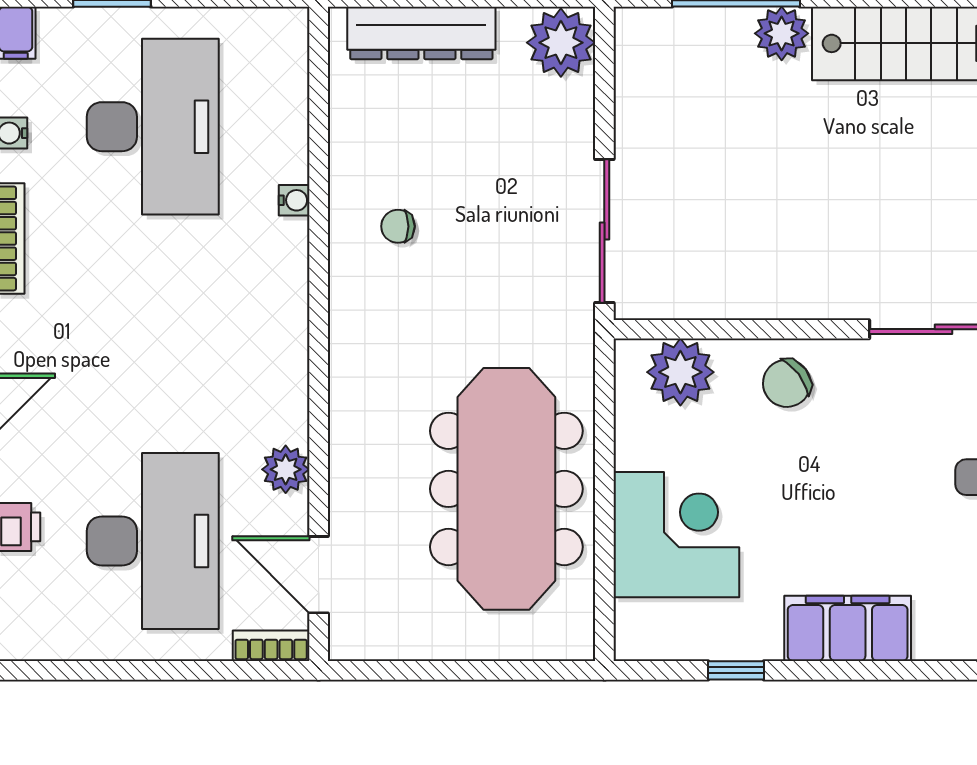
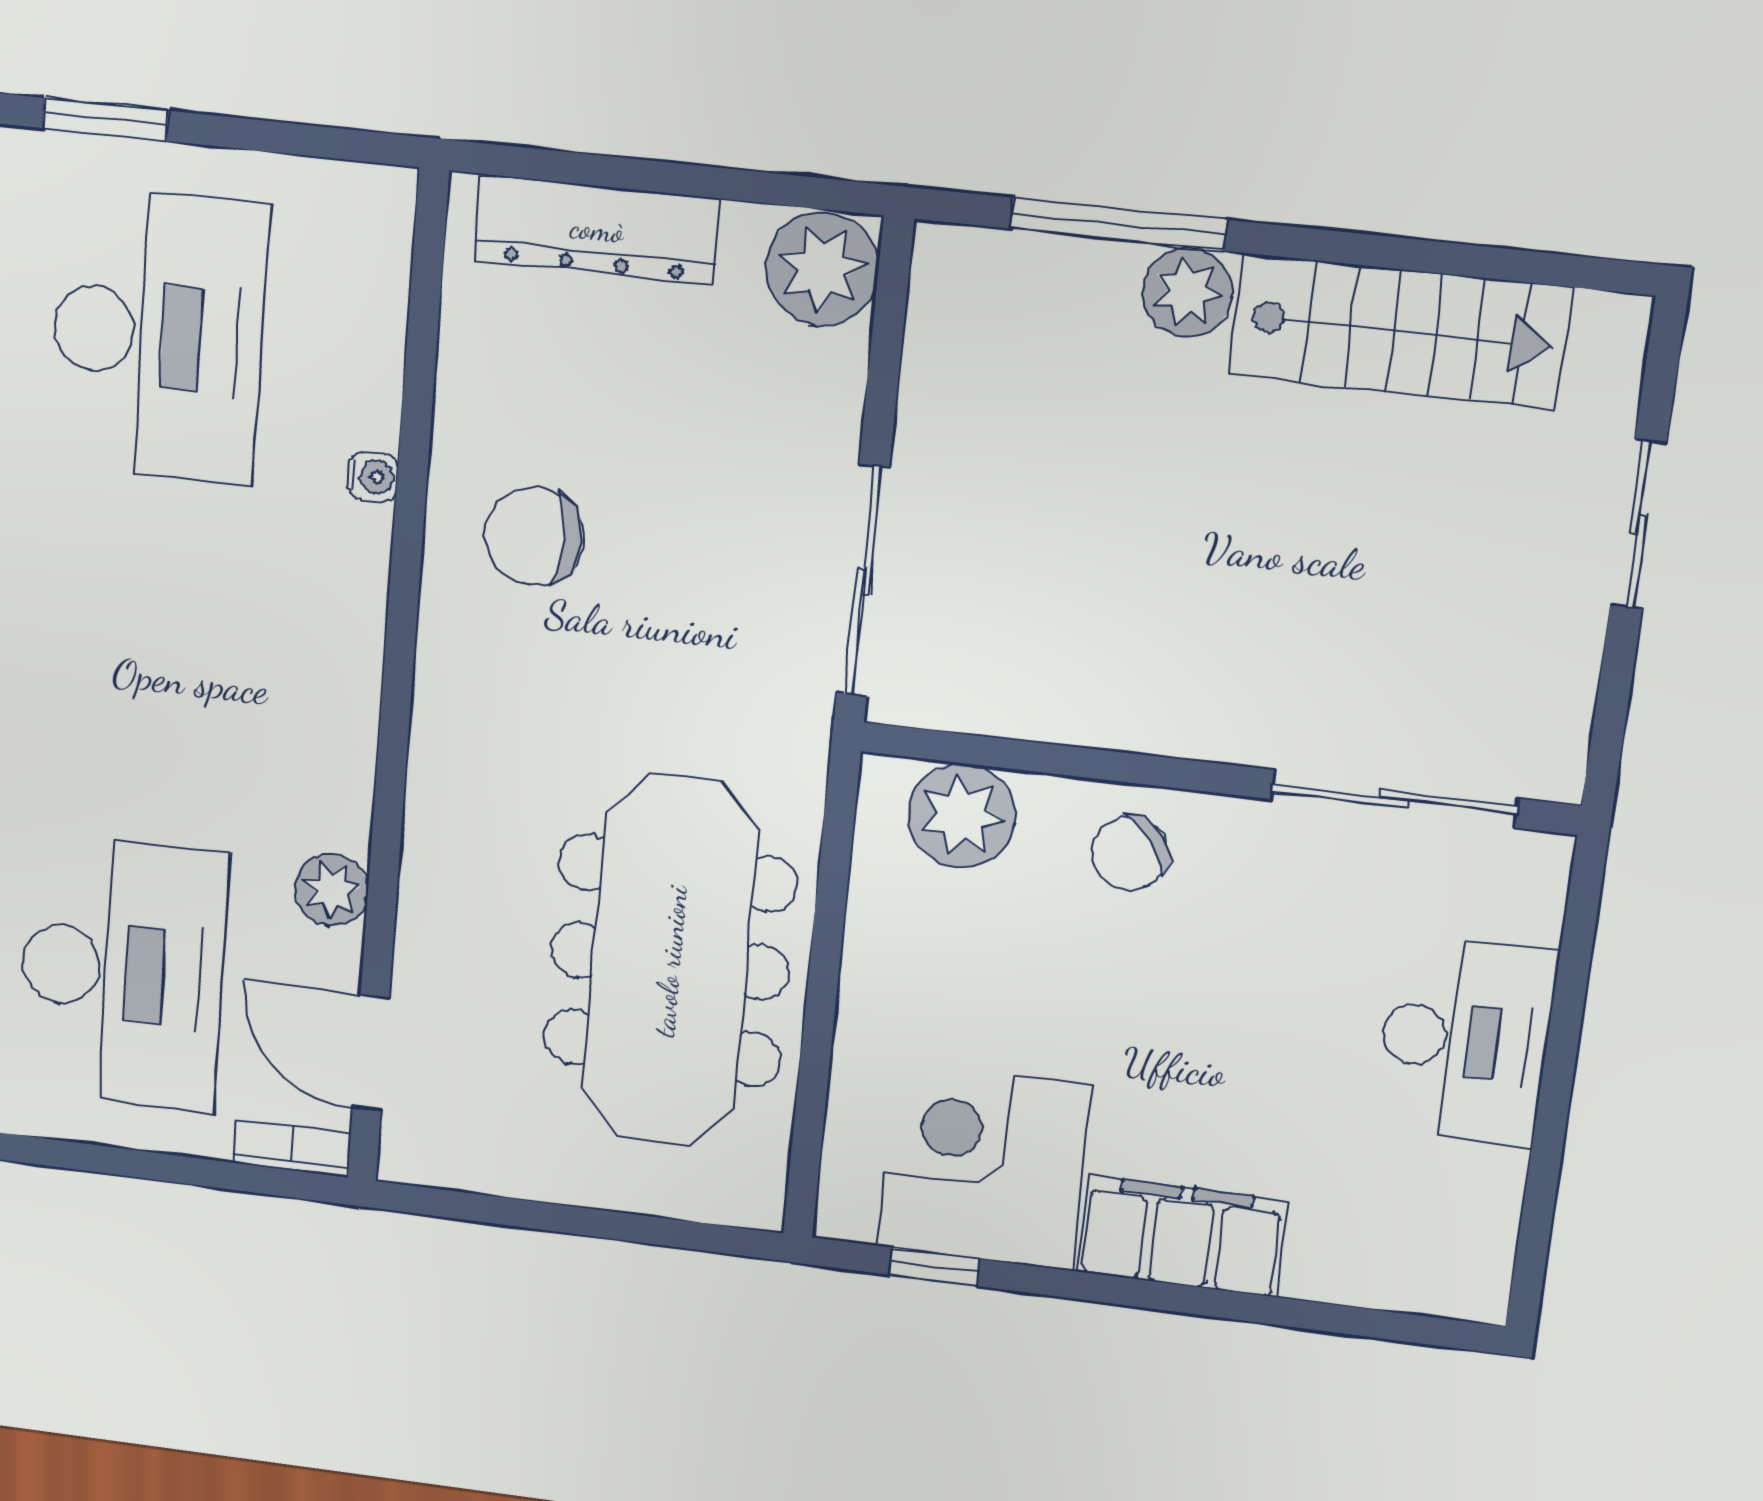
chair: (398, 226) -> (534, 536), width x1.87, depth x1.87
corner desk: (676, 535) -> (984, 1166), moved, turned -90
window: (736, 670) -> (935, 1267), moved

